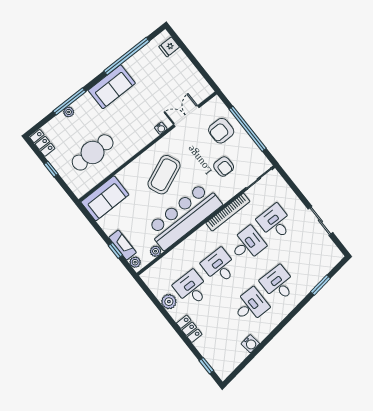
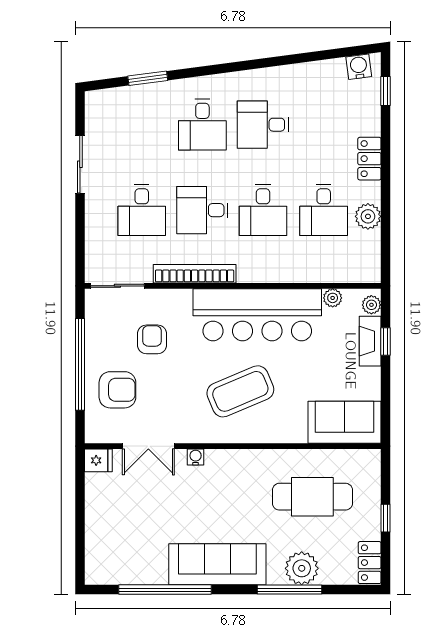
fridge: (169, 47) -> (98, 460), moved
sofa: (112, 87) -> (217, 564), width x1.36
plant: (69, 112) -> (302, 568), width x1.88, depth x1.88
water cooler: (250, 344) -> (359, 67), moved

